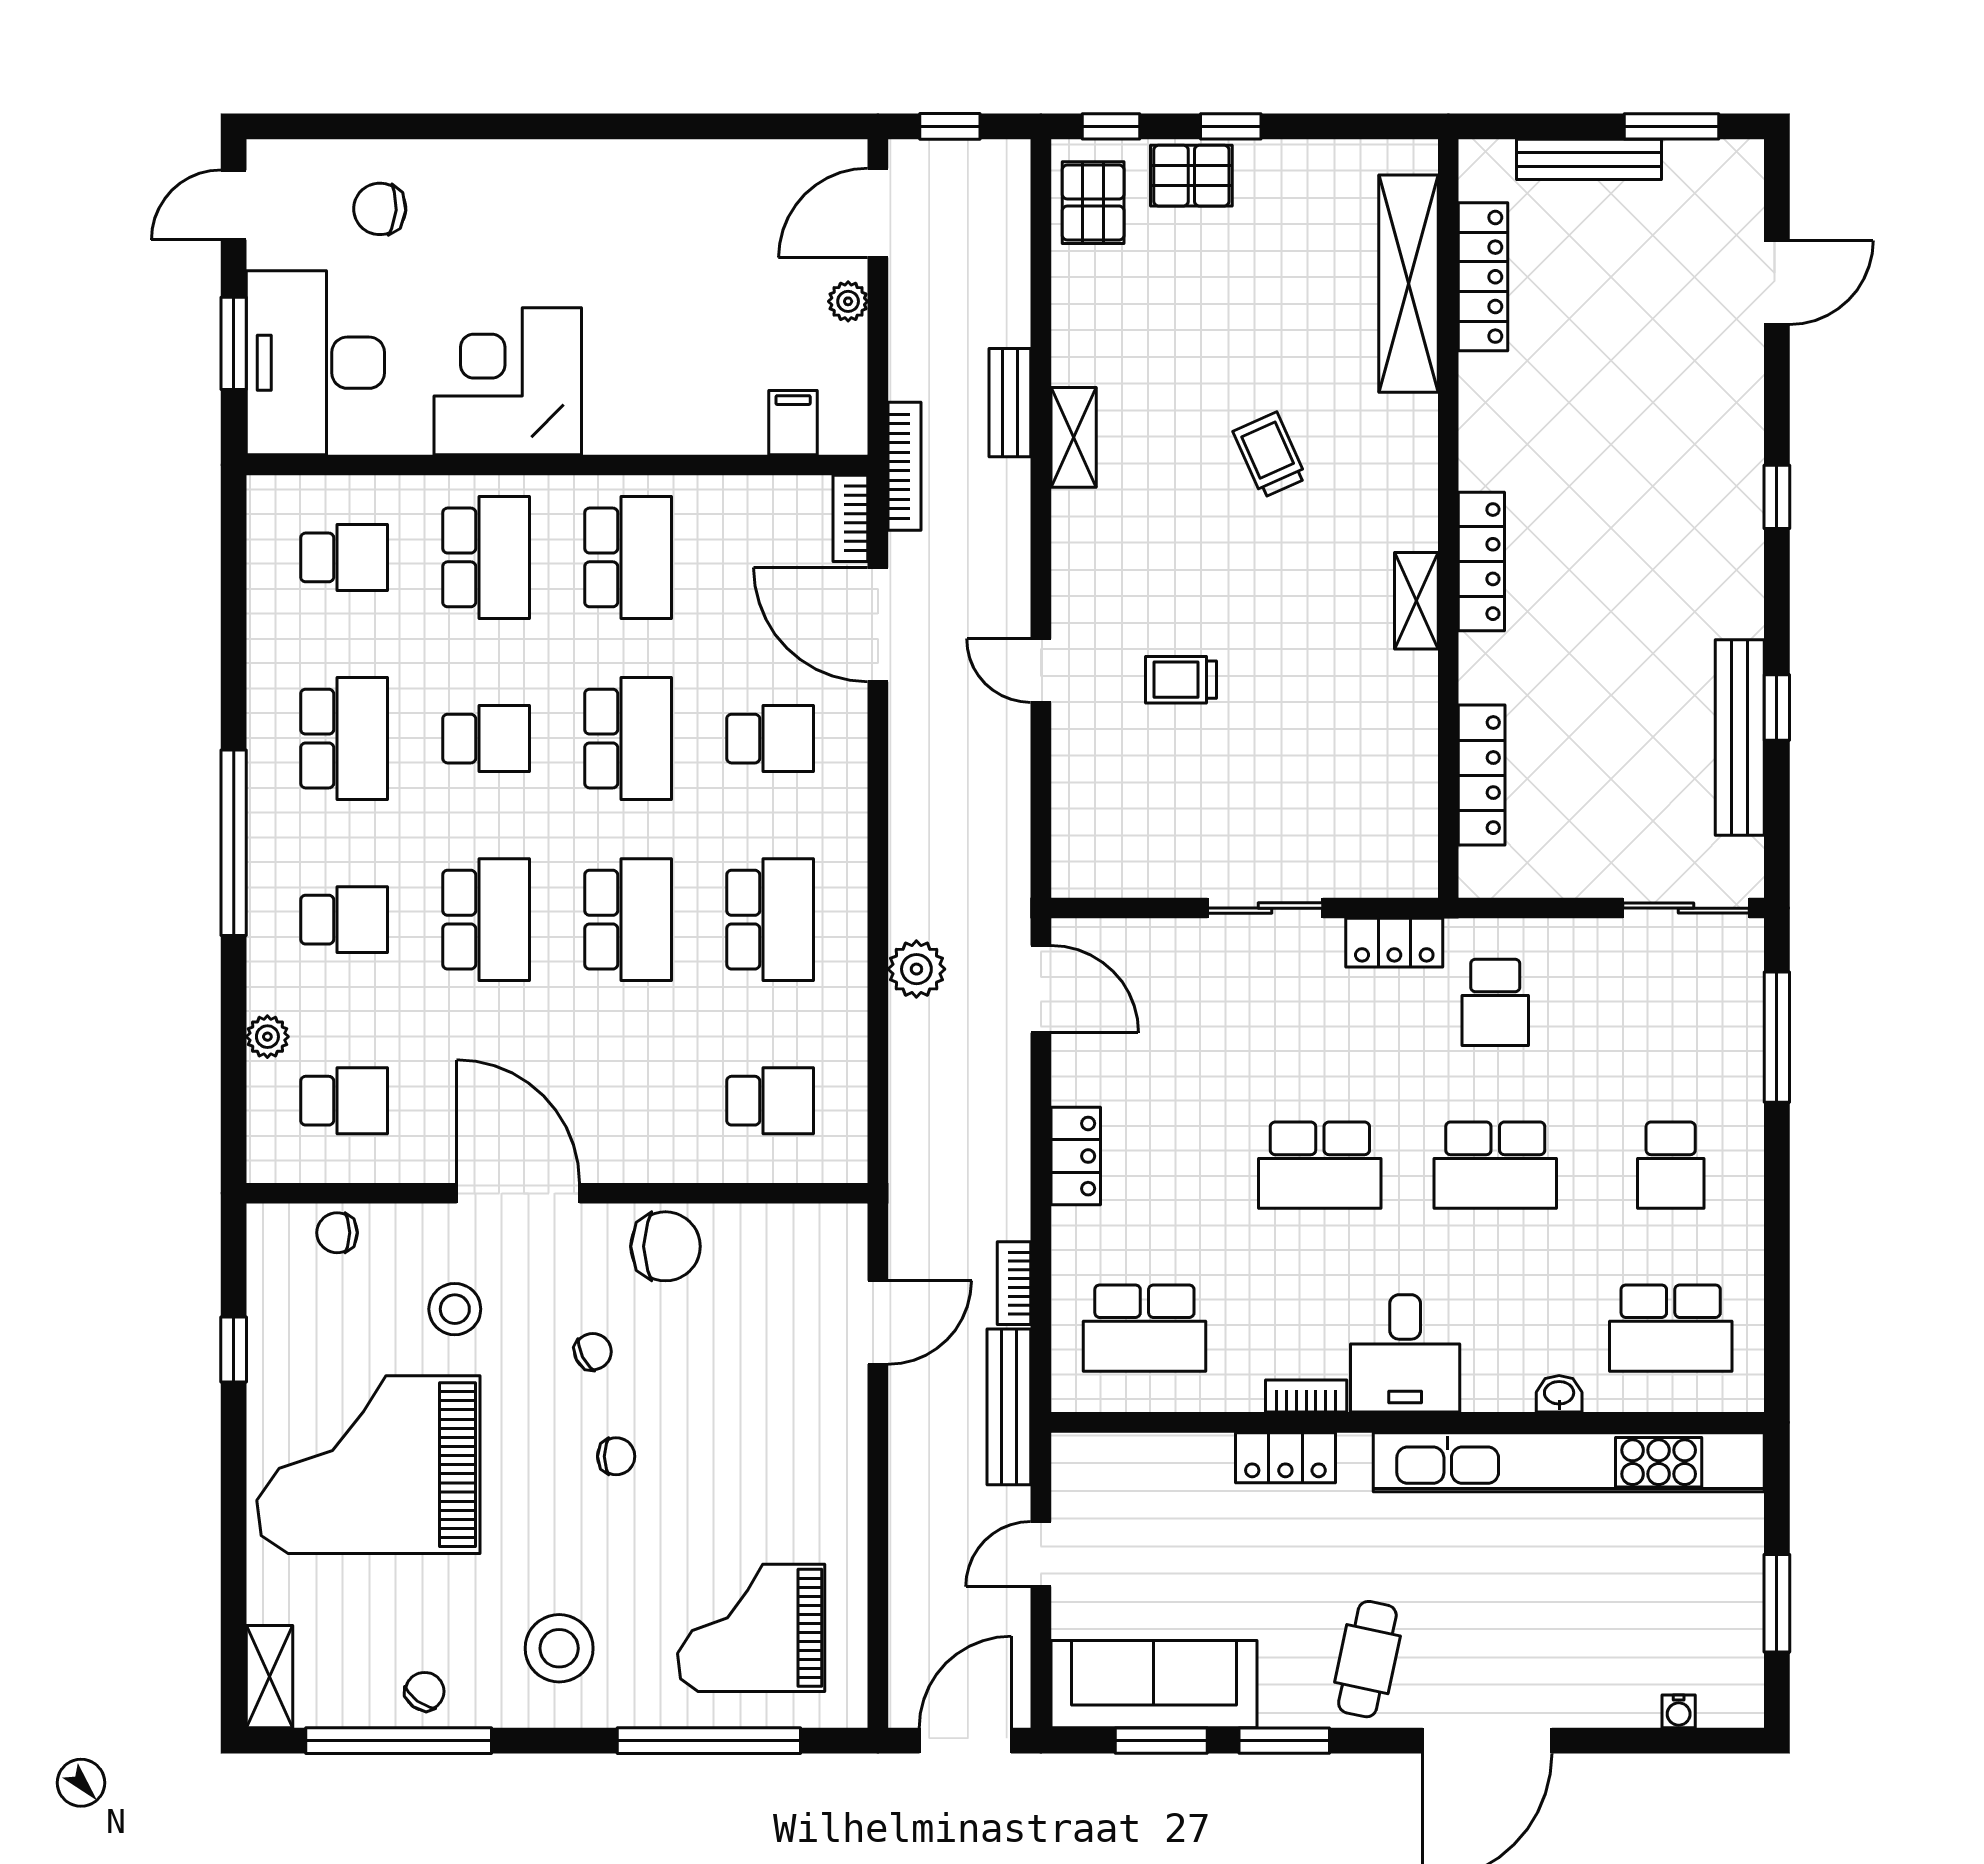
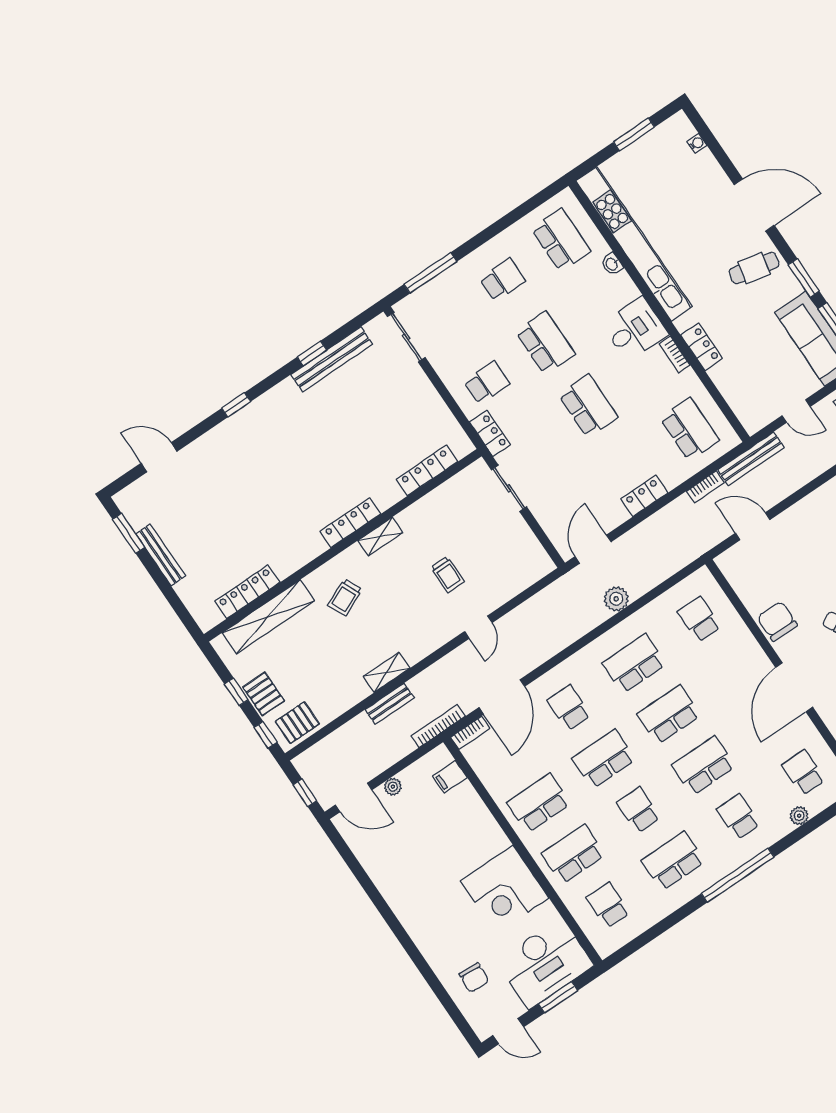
locker: (1483, 277) -> (247, 592), moved
shelving: (1408, 284) -> (268, 617), moved
wall: (1448, 518) -> (343, 545), moved
locker: (1481, 562) -> (350, 523), moved
shelving: (1416, 601) -> (380, 537), moved
locker: (1482, 775) -> (427, 470), moved

